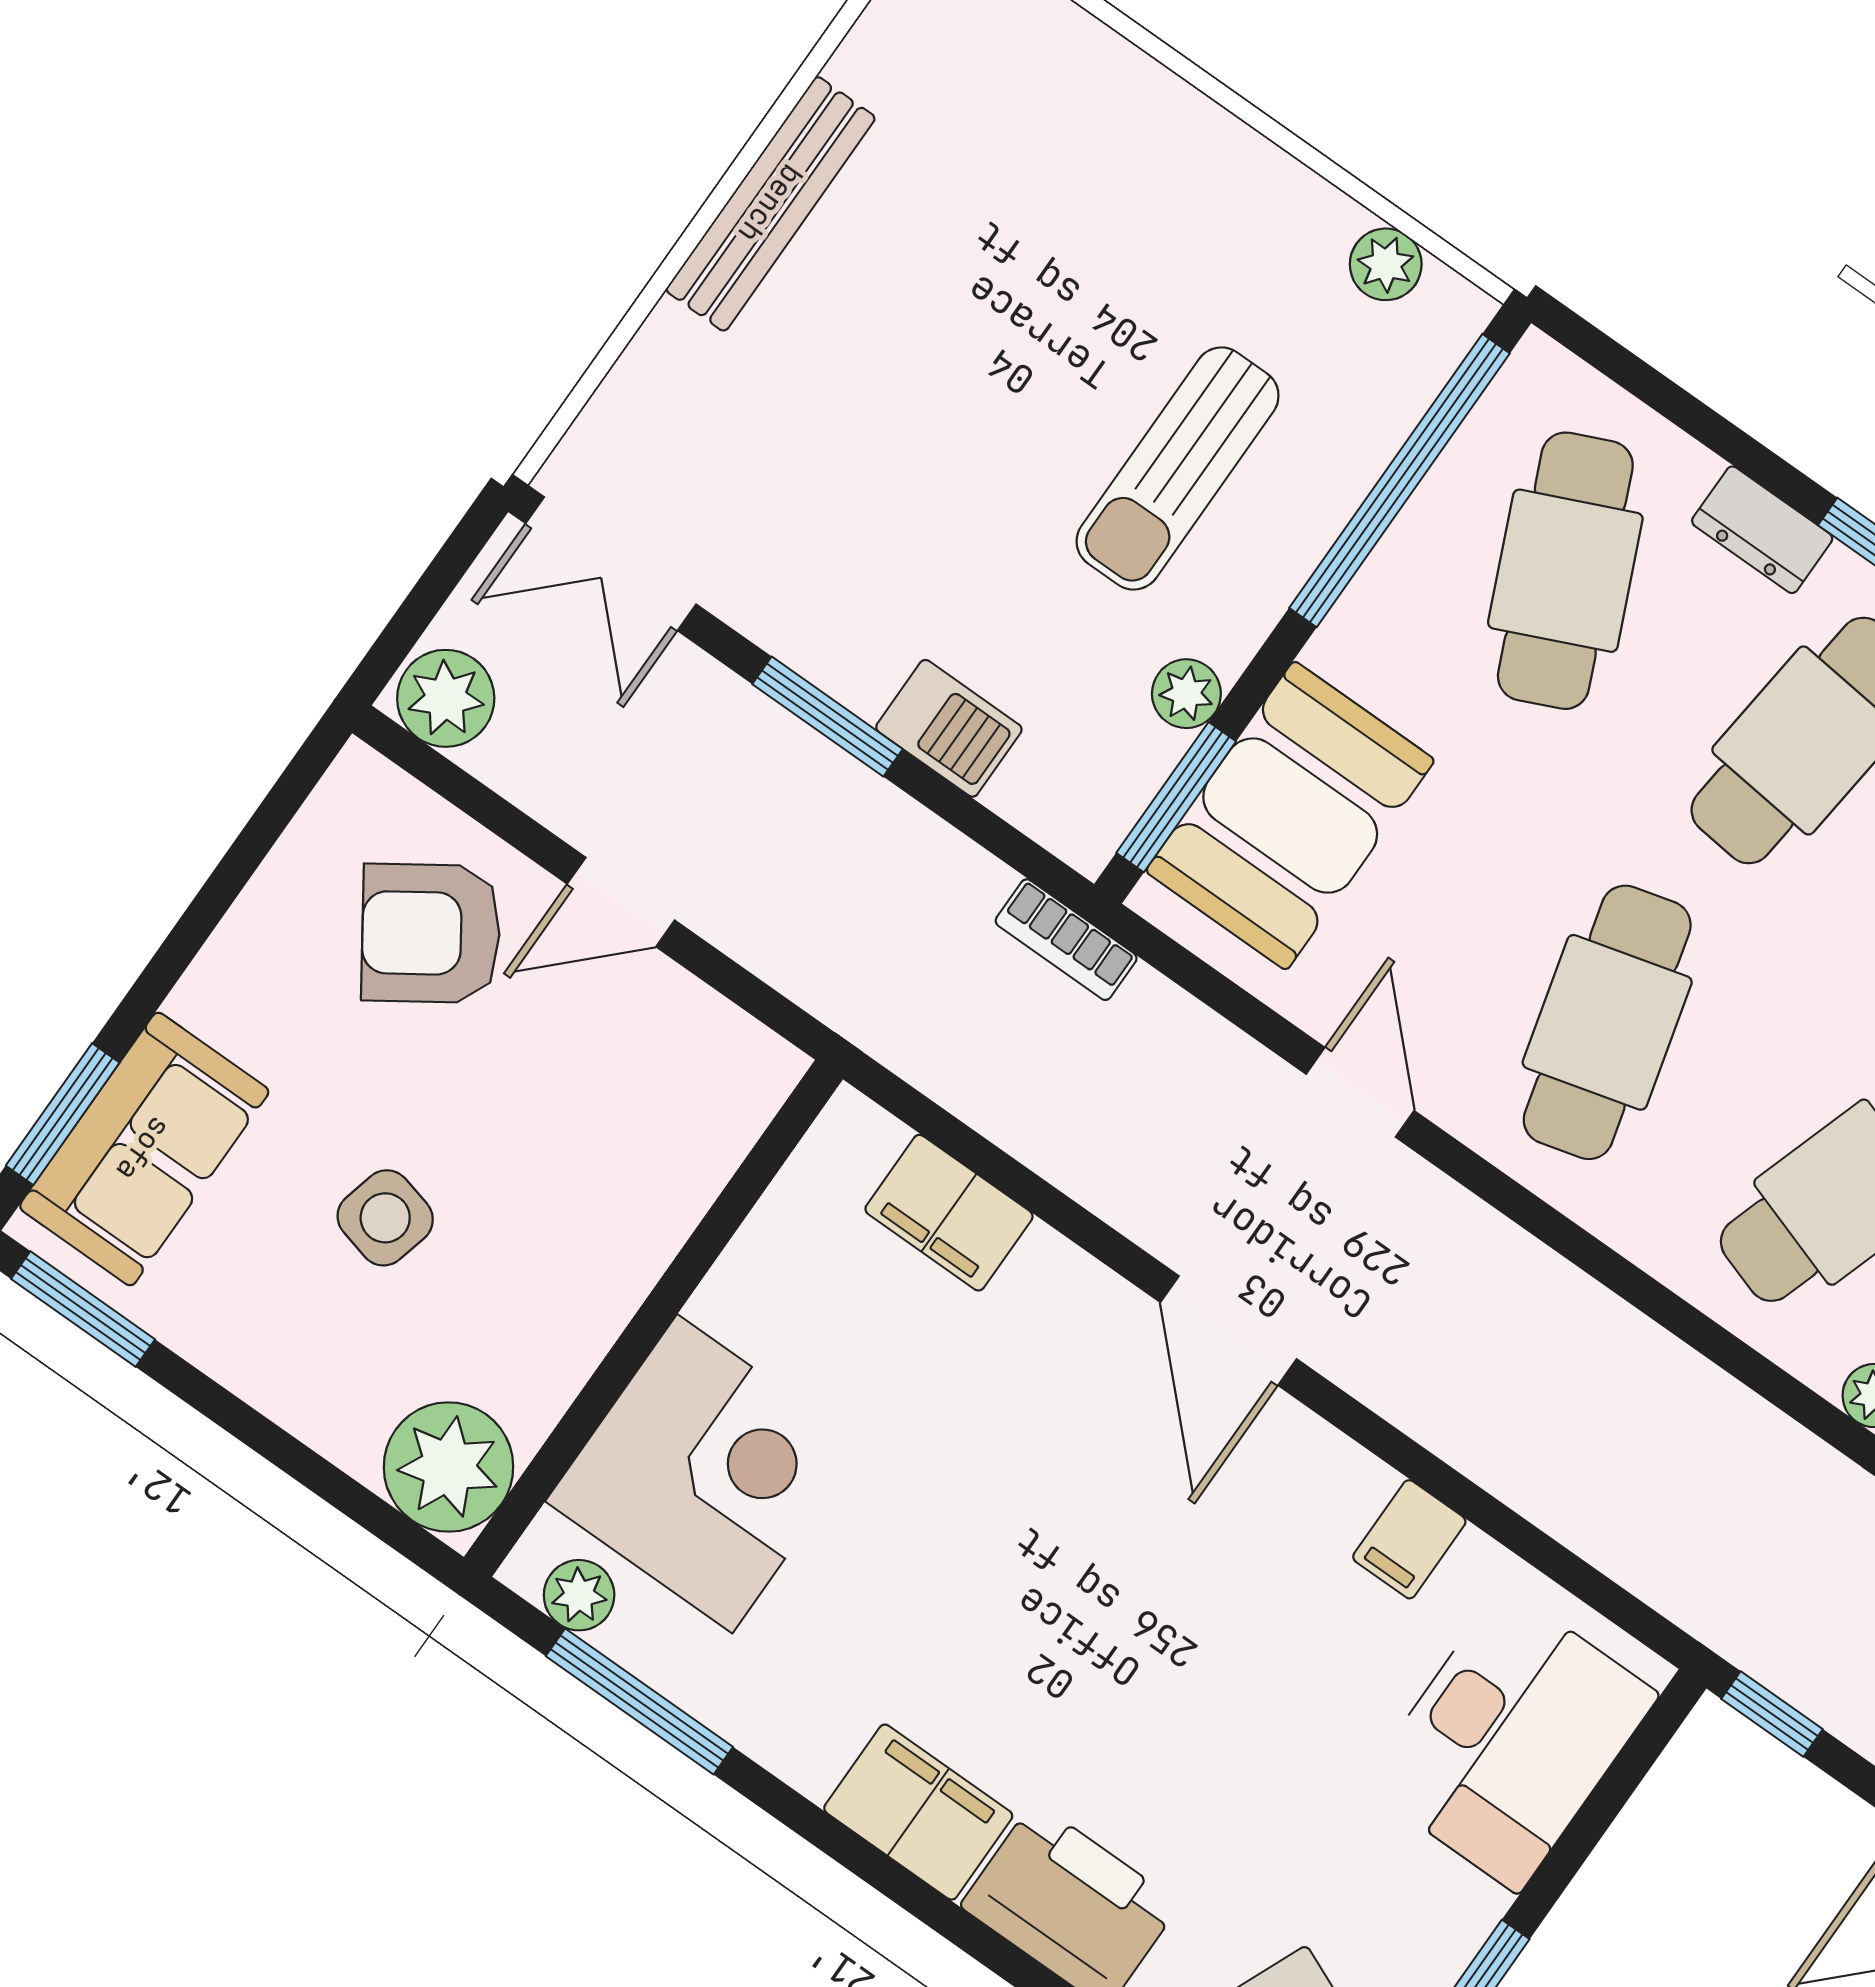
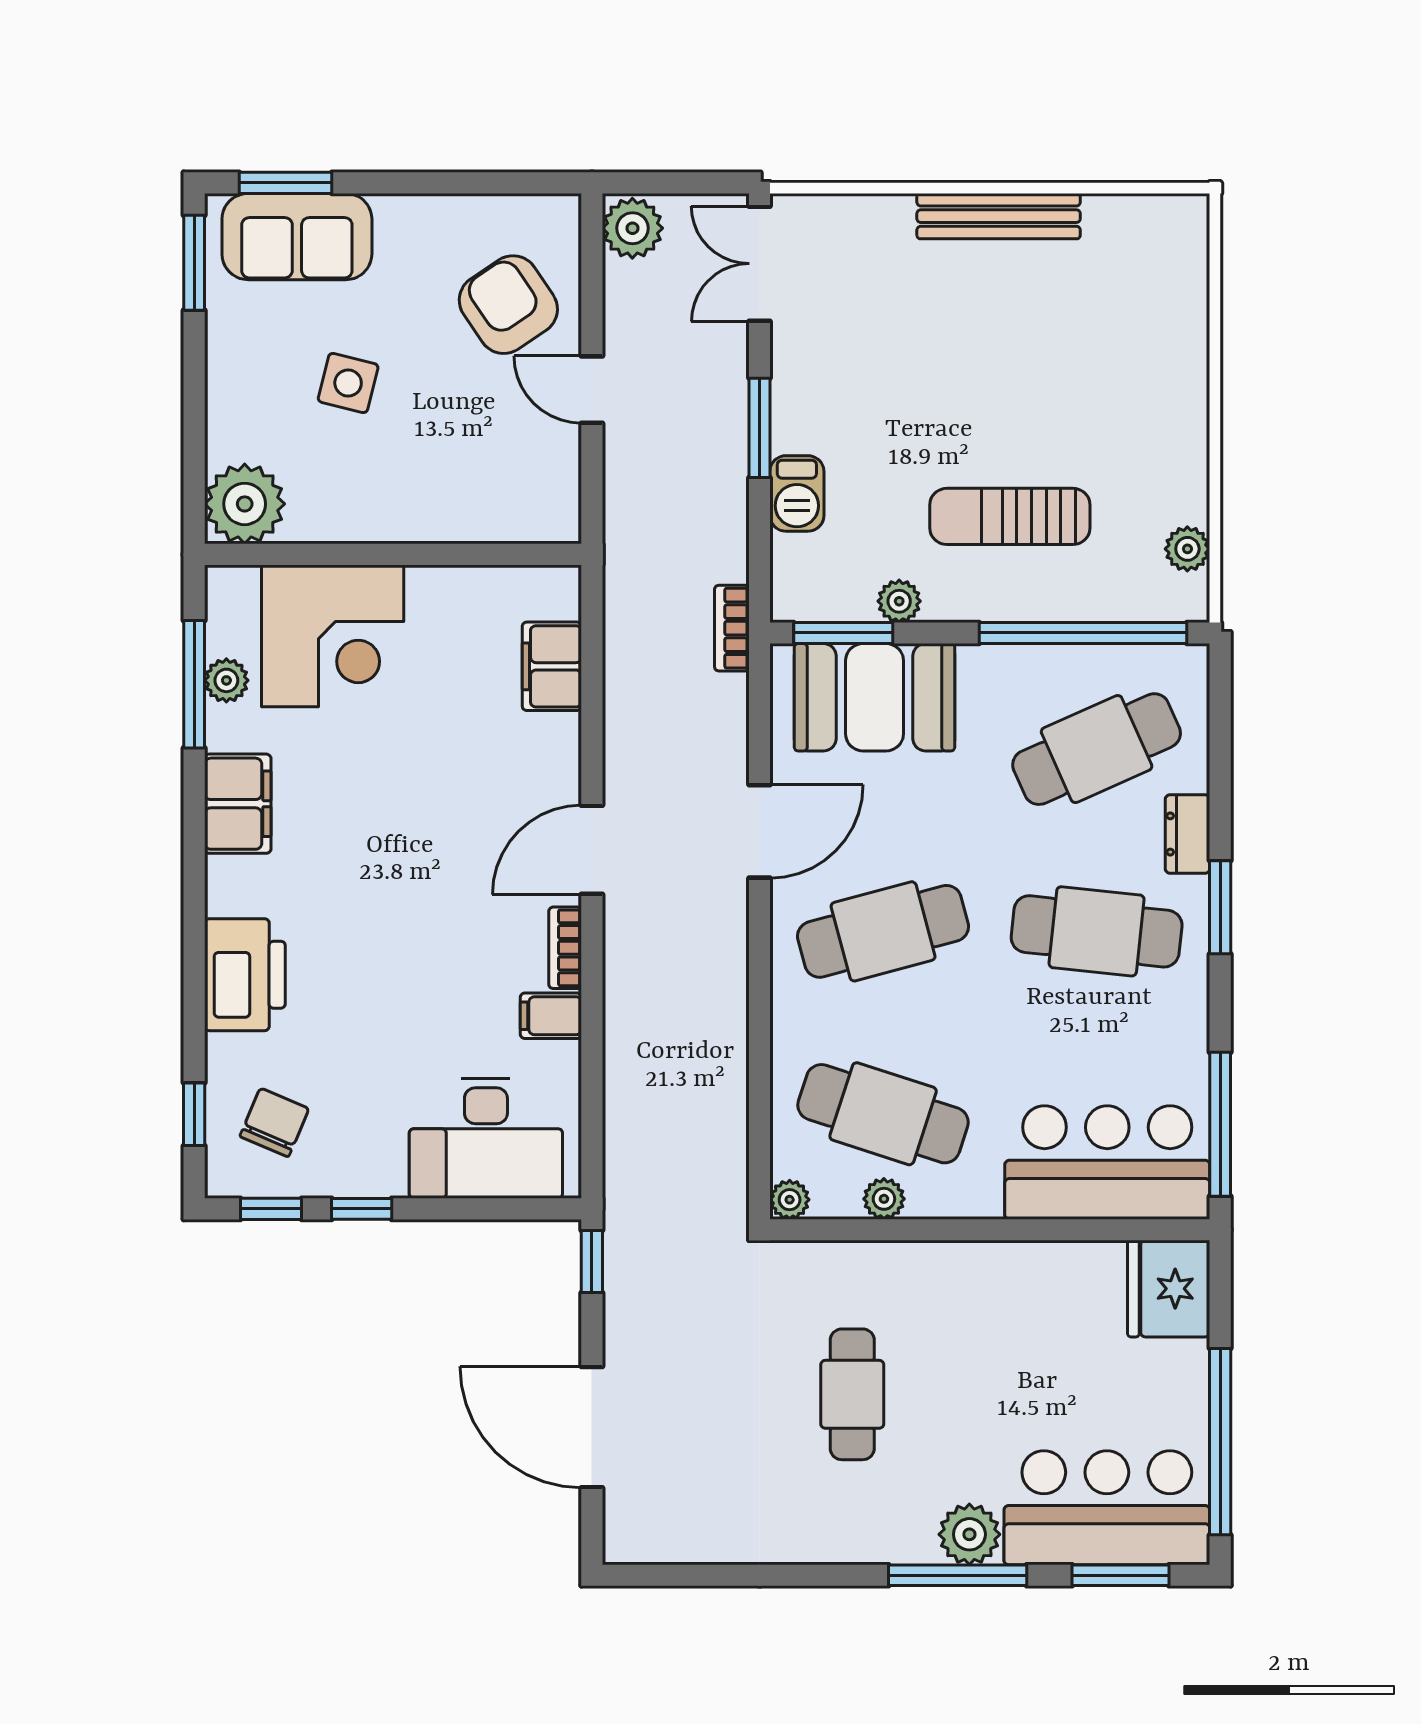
door: (1360, 1092) -> (759, 831), width x1.38
bookcase: (1333, 1457) -> (565, 948), added
plant: (579, 1595) -> (226, 680), moved
filing cabinet: (918, 1812) -> (238, 804), moved

